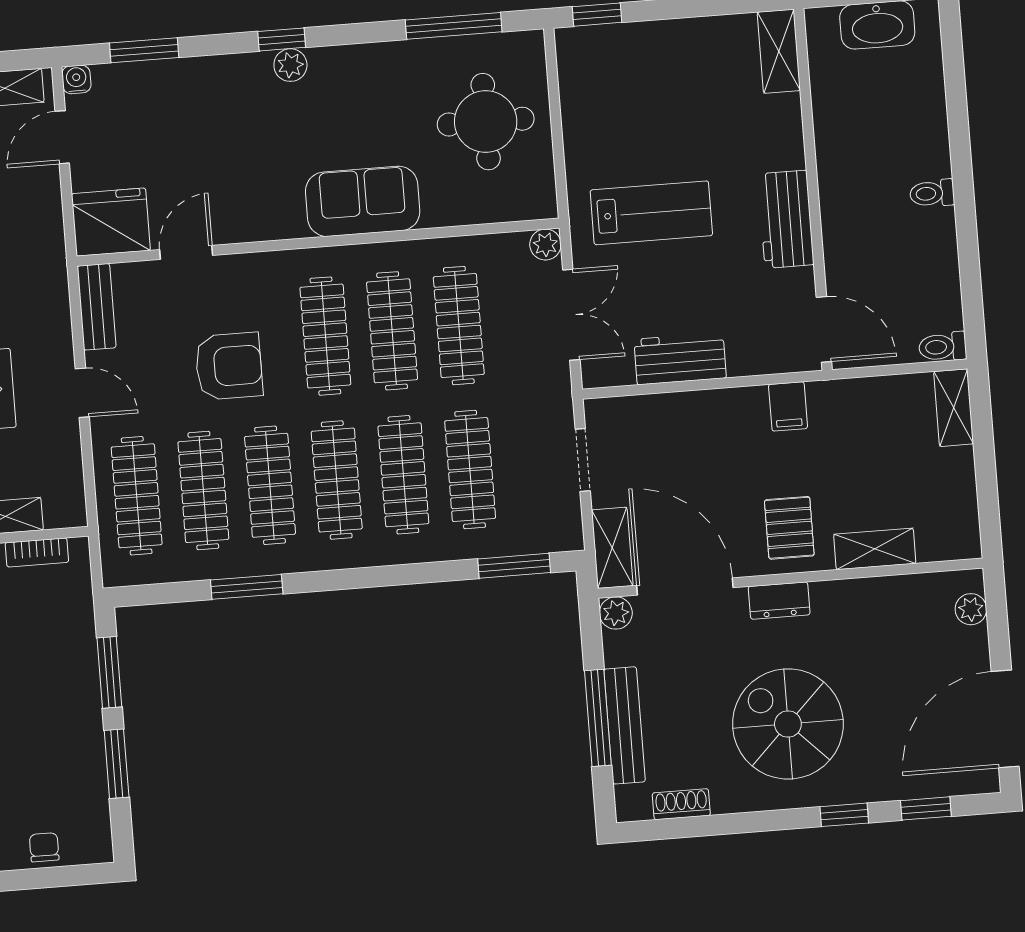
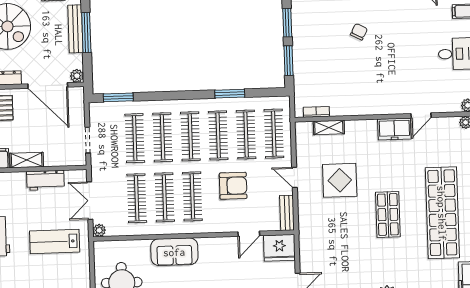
armchair: (229, 366) -> (233, 186), turned 180
shelving: (612, 548) -> (27, 160), moved, turned 90

